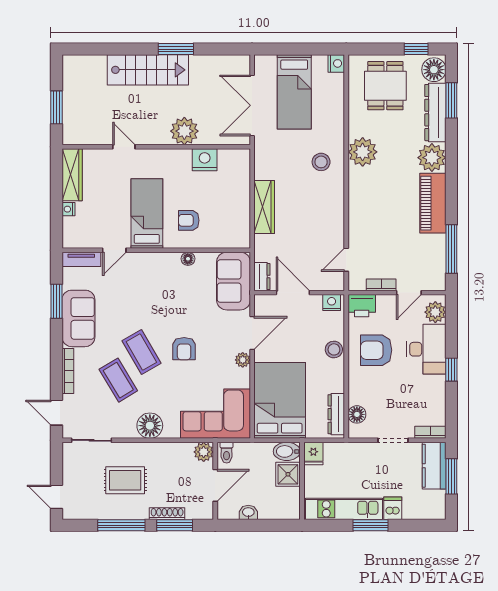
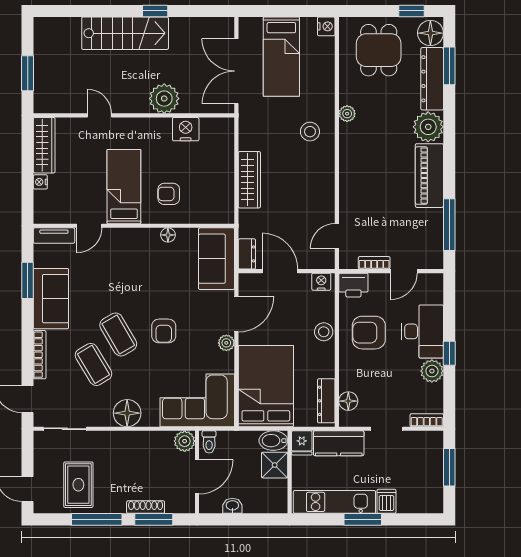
window: (176, 49) -> (155, 11), width x0.67
plant: (363, 152) -> (347, 114), width x0.53, depth x0.53
plant: (435, 312) -> (432, 371), moved
kitchen counter: (434, 466) -> (339, 443), moved, turned -90
rug: (125, 480) -> (78, 485), moved, turned 90

